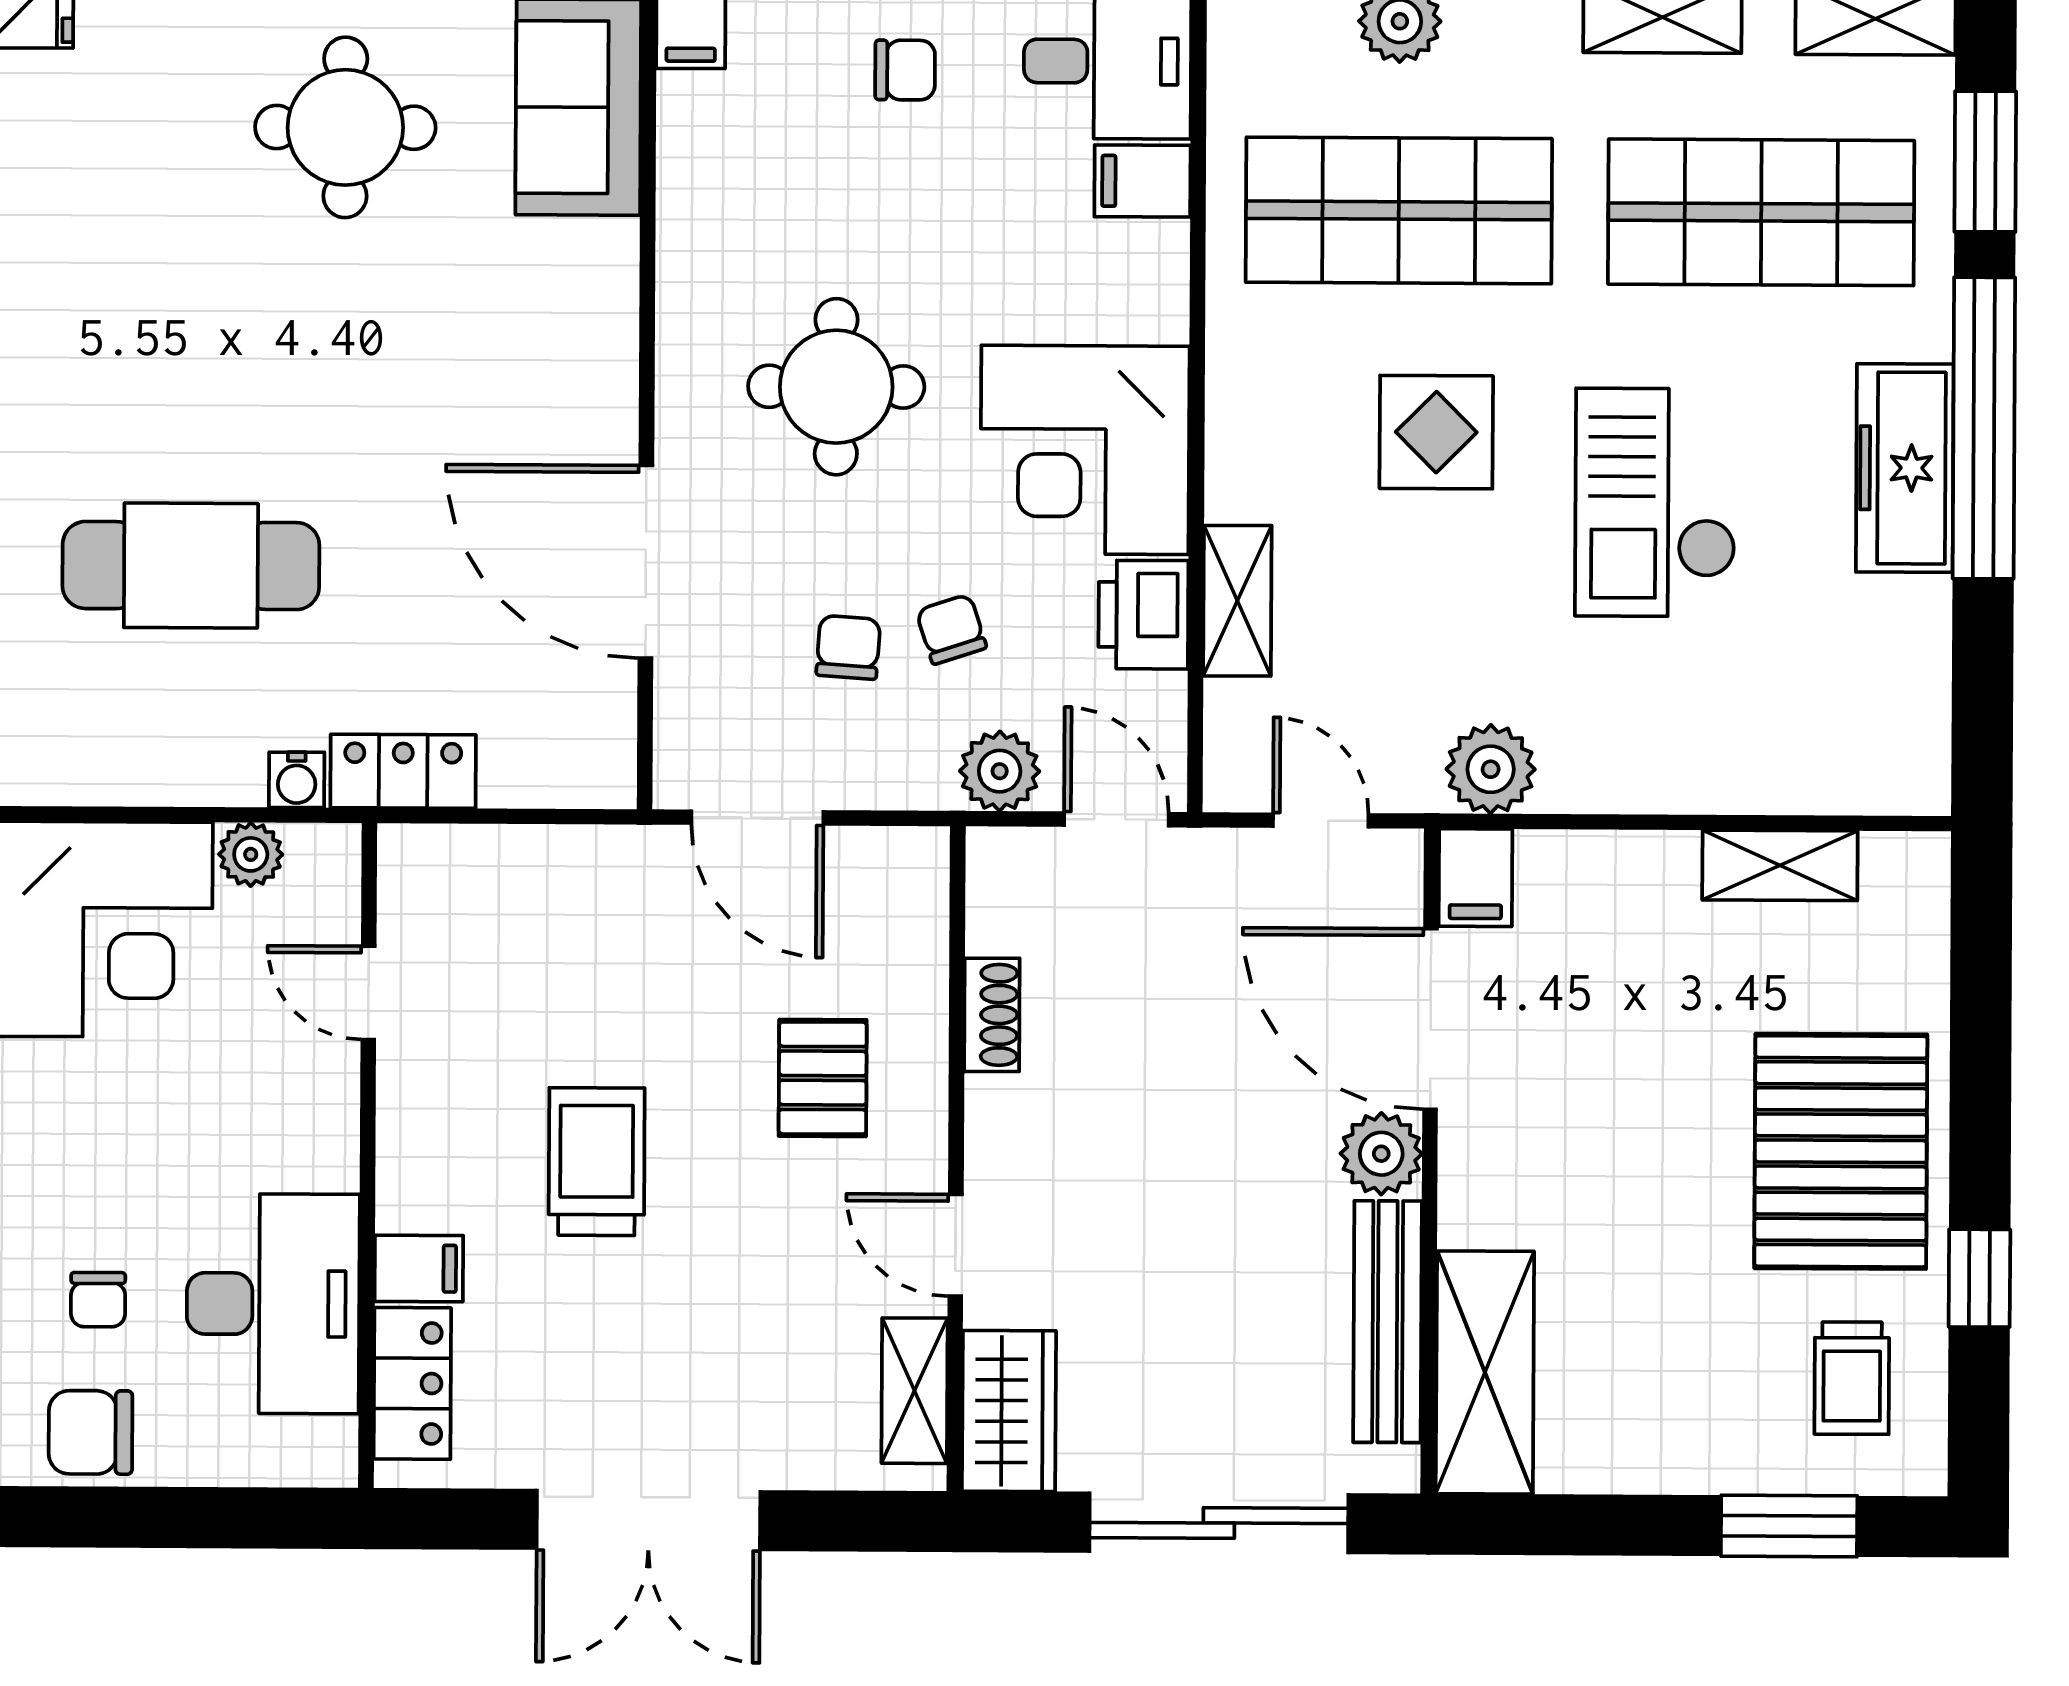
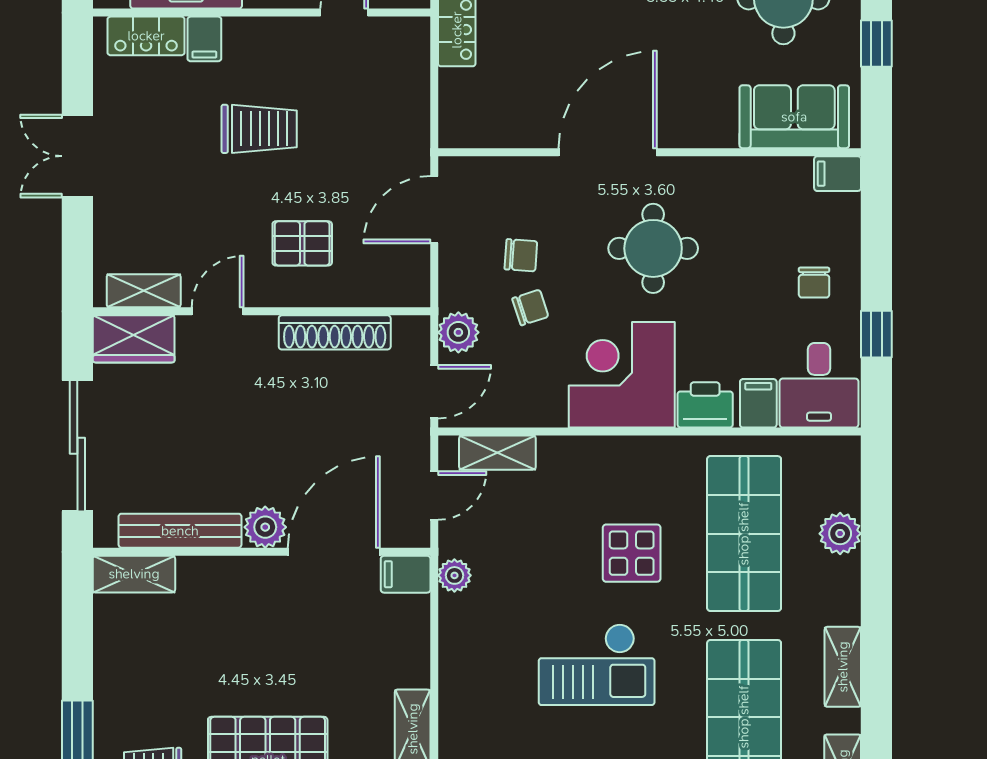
checkout: (1655, 502) -> (597, 665), turned 180
door: (646, 562) -> (608, 152), moved
shelving: (1237, 601) -> (497, 453), moved
printer: (1143, 615) -> (705, 405), moved
plant: (1491, 769) -> (454, 575), width x0.73, depth x0.73
shoe rack: (992, 1015) -> (335, 332), width x1.94, depth x1.24
shelving: (1485, 1372) -> (134, 574), width x0.67, depth x0.75
double door: (648, 1520) -> (77, 156), width x0.73

